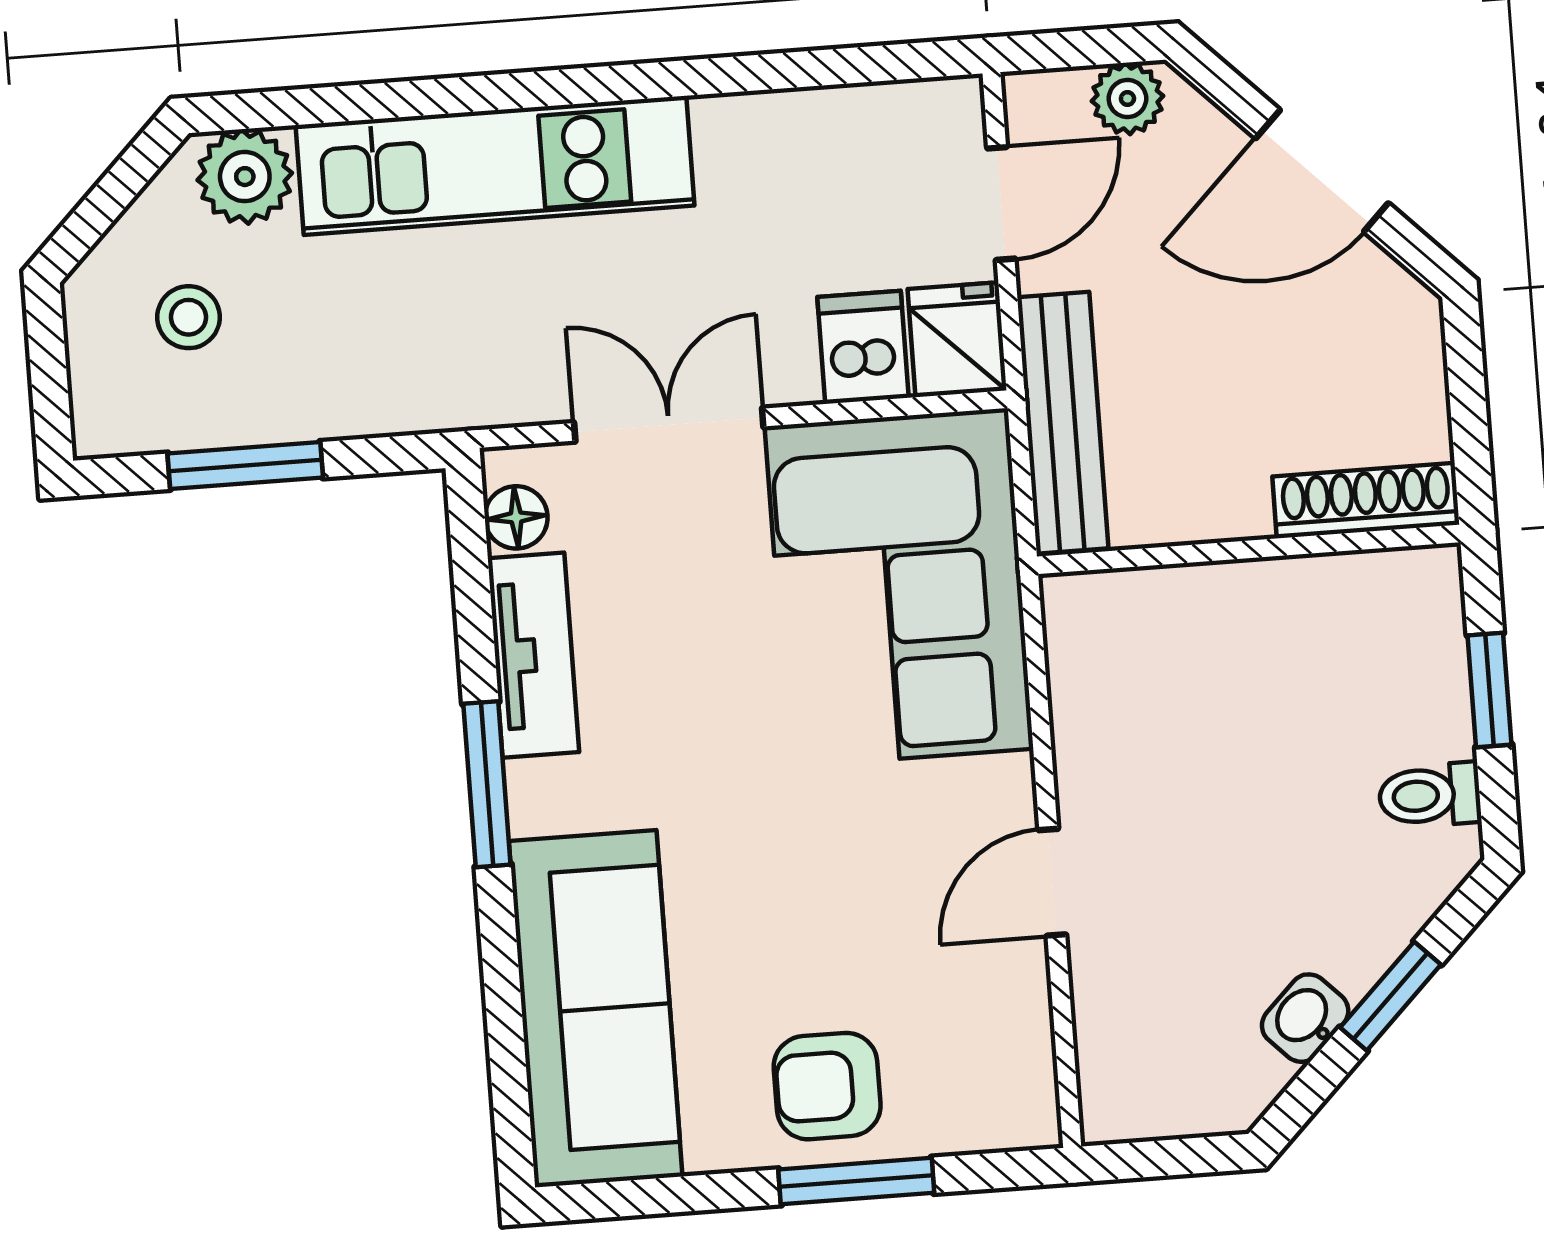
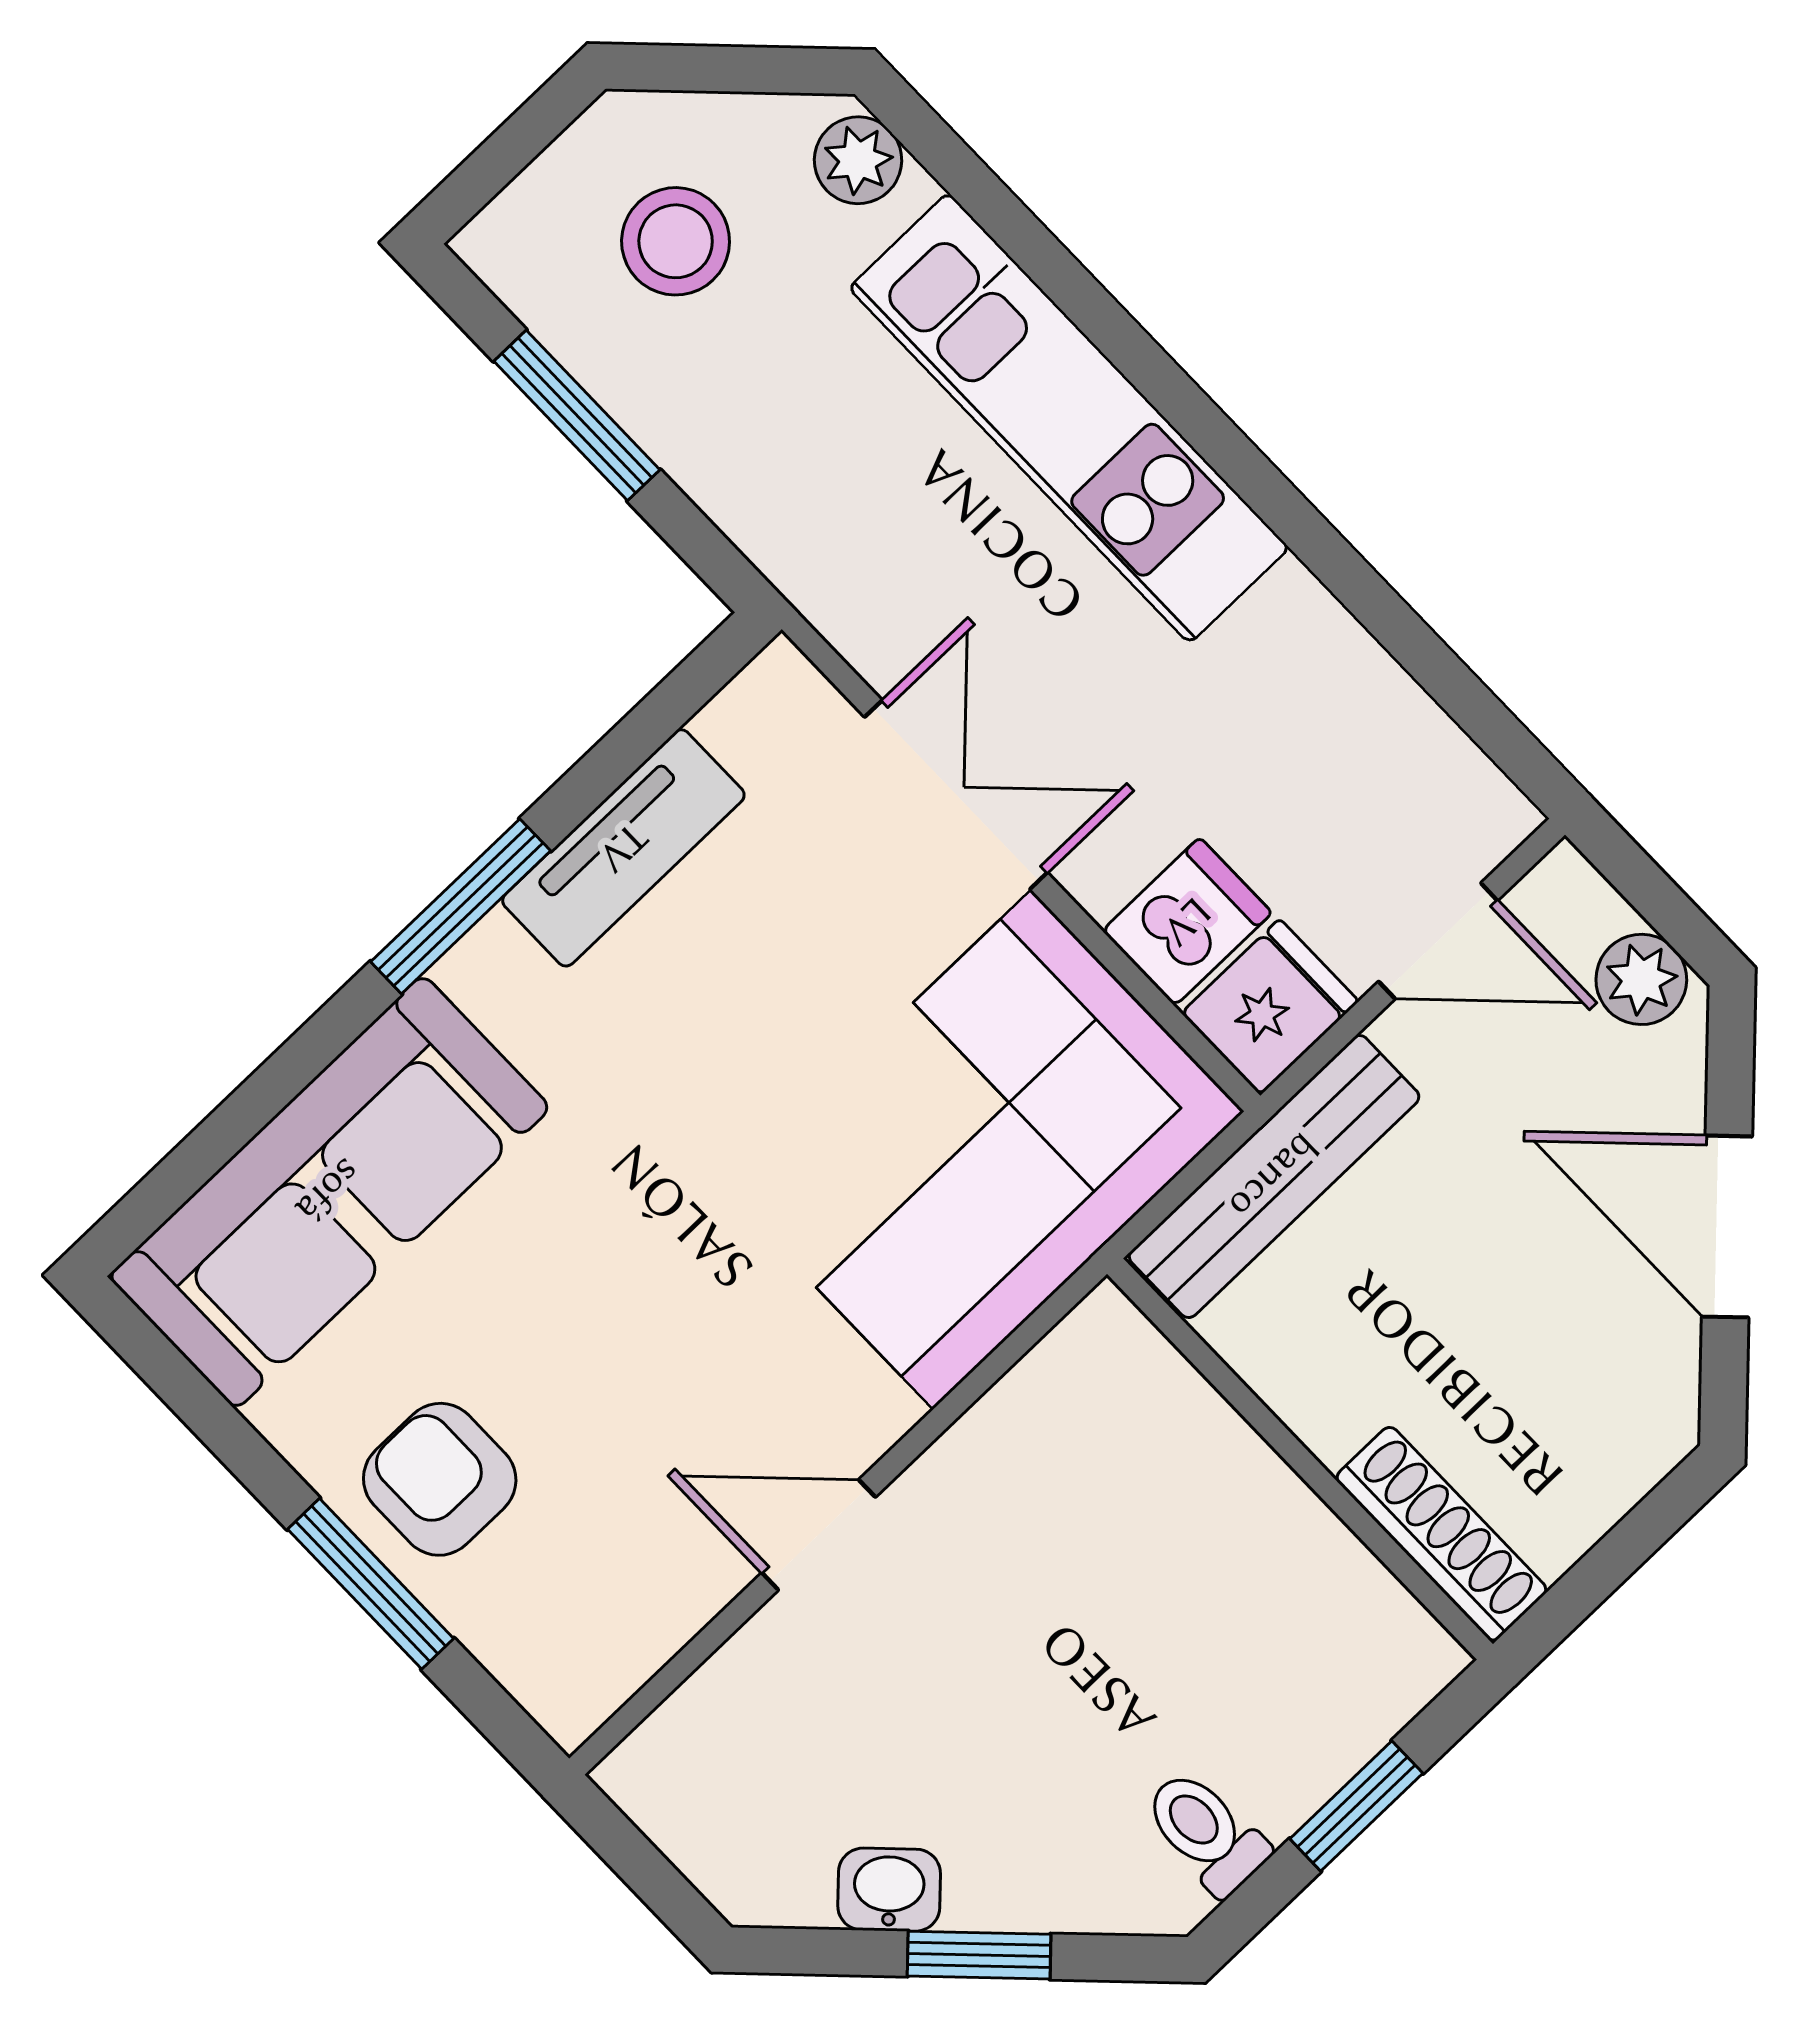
plant: (245, 177) -> (858, 160), width x0.73, depth x0.73
stool: (188, 317) -> (676, 241), width x1.37, depth x1.37
floor lamp: (516, 517) -> (744, 721), removed

